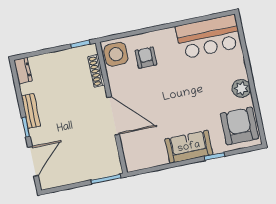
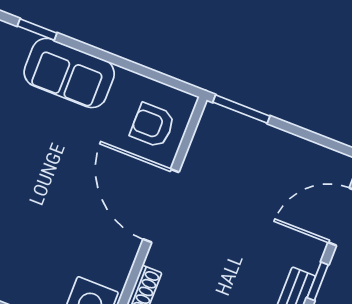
armchair: (146, 58) -> (153, 125), moved, turned 90

